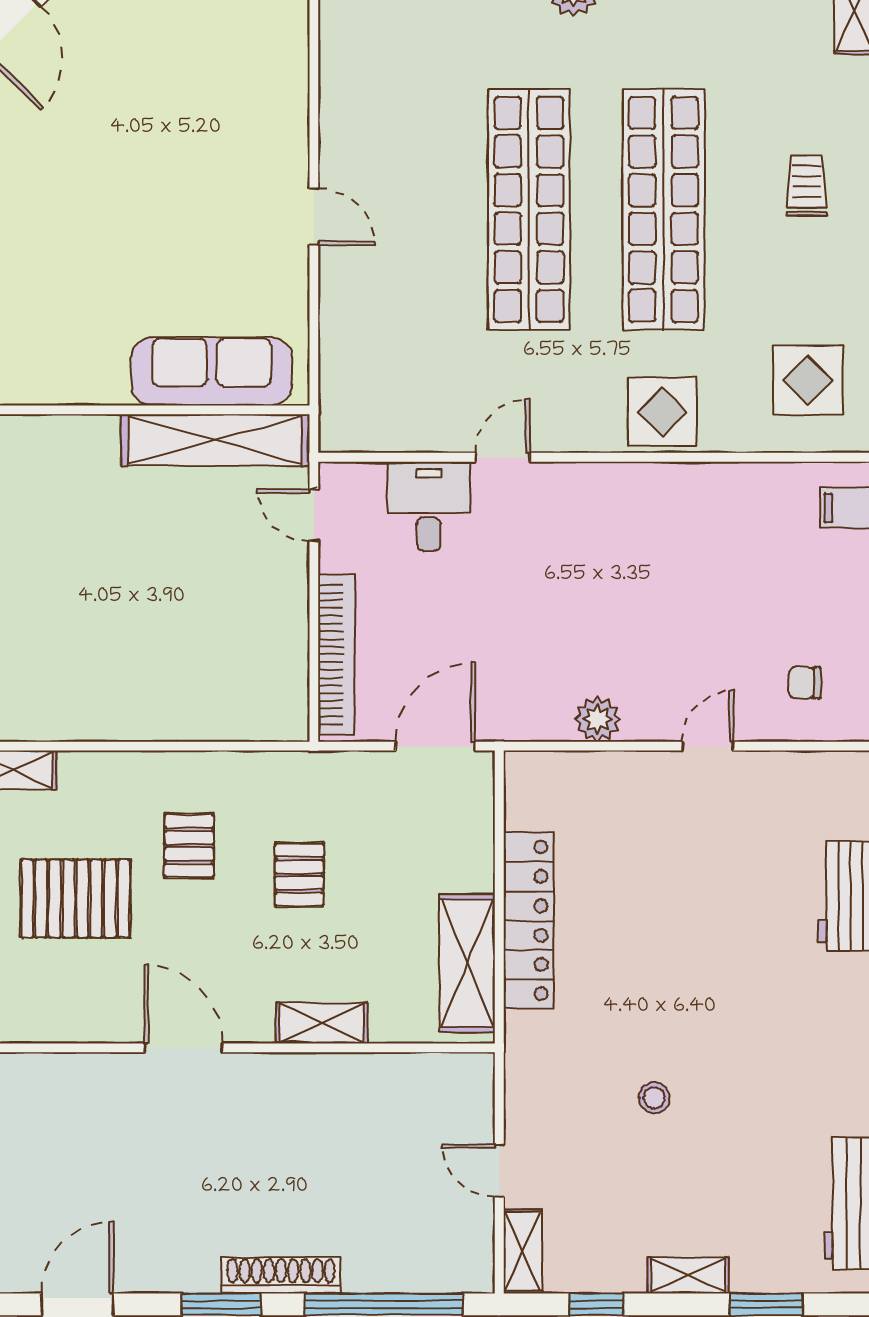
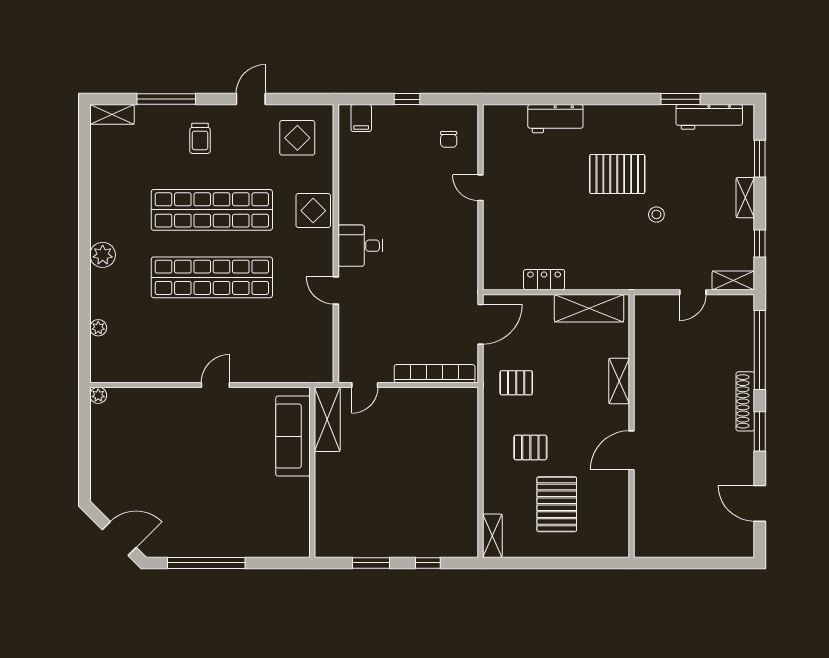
trolley: (807, 186) -> (200, 138), turned -90
shelving: (215, 440) -> (327, 419), width x0.68
desk: (429, 506) -> (360, 246), moved
plant: (598, 719) -> (467, 243), removed
door: (435, 746) -> (480, 324), swing flipped
pallet: (299, 875) -> (516, 383), moved
locker: (529, 920) -> (544, 280), width x0.46, depth x0.83
pallet: (735, 1019) -> (617, 174), added

